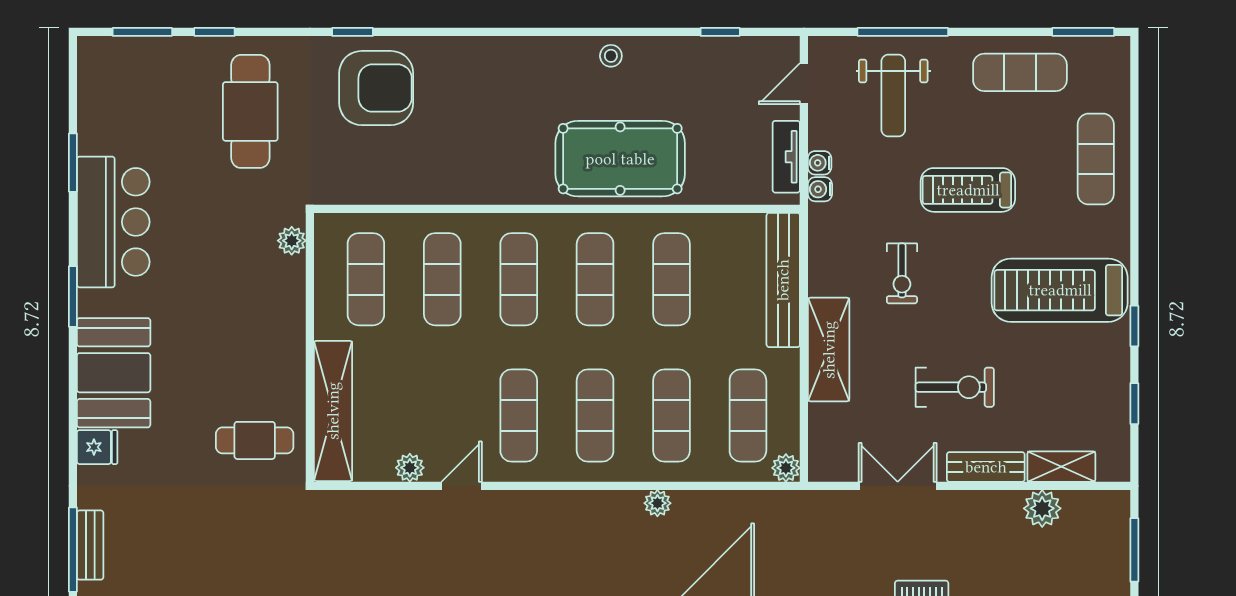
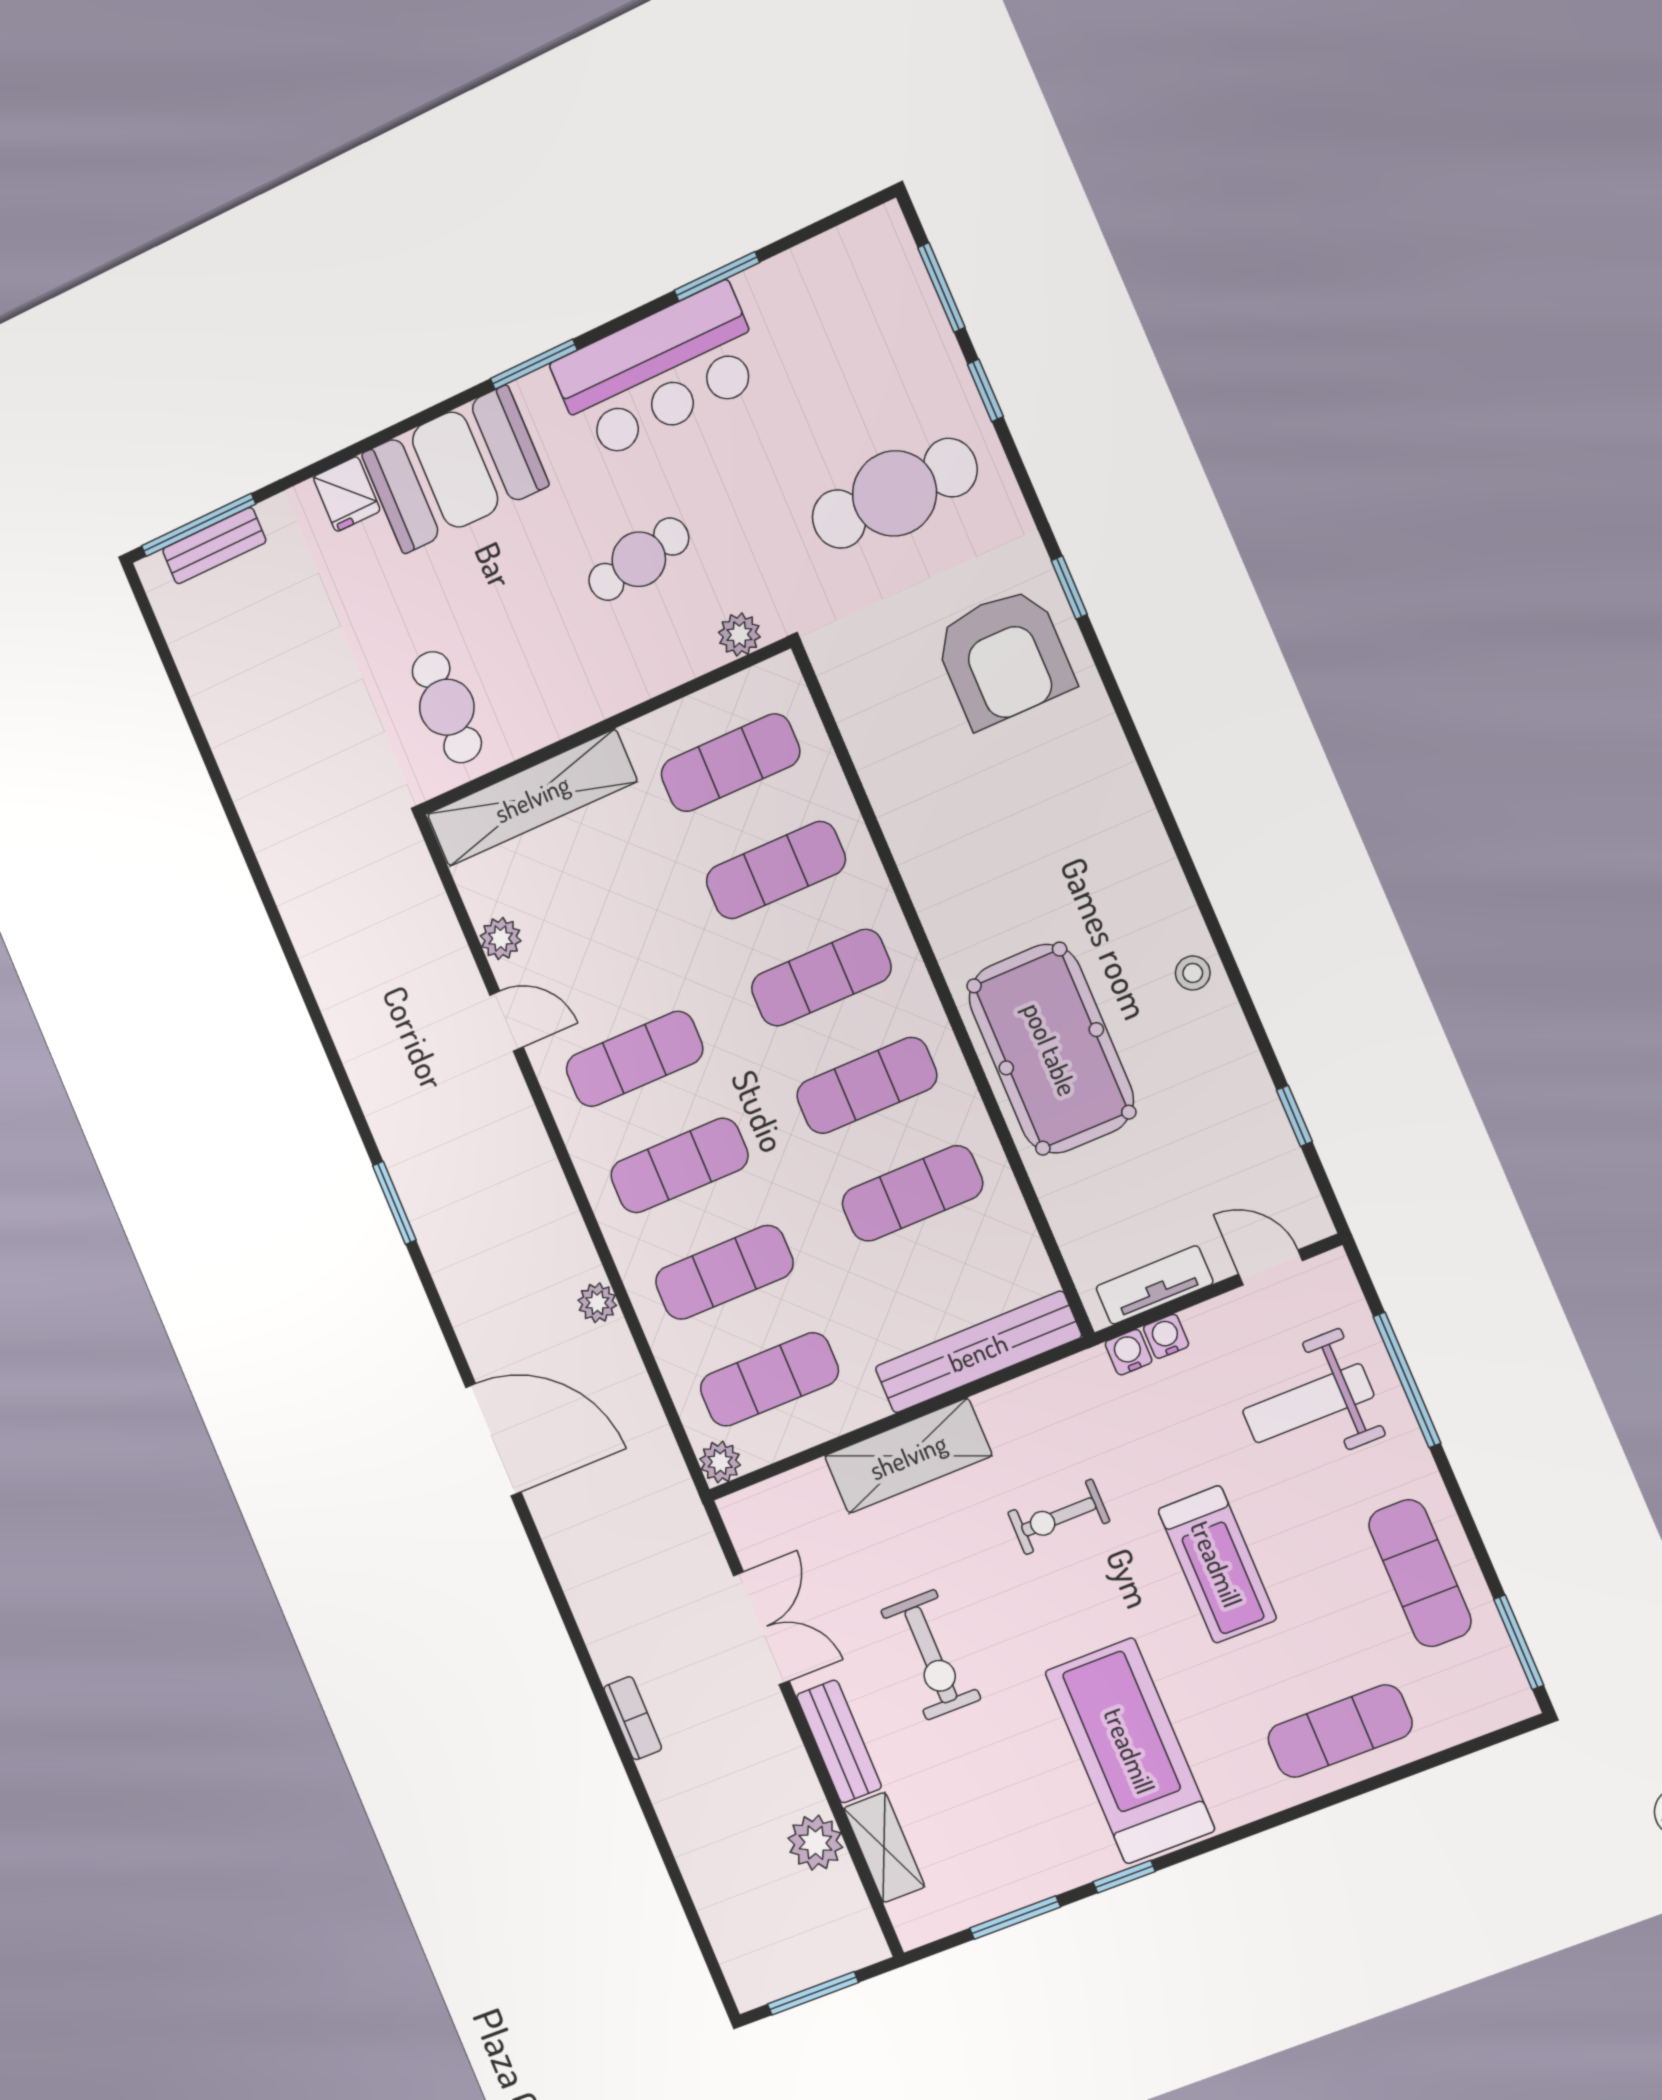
treadmill: (968, 190) -> (1217, 1564), turned 180
cafe table: (219, 283) -> (639, 559), added
window: (1134, 404) -> (1015, 1918), width x1.50

